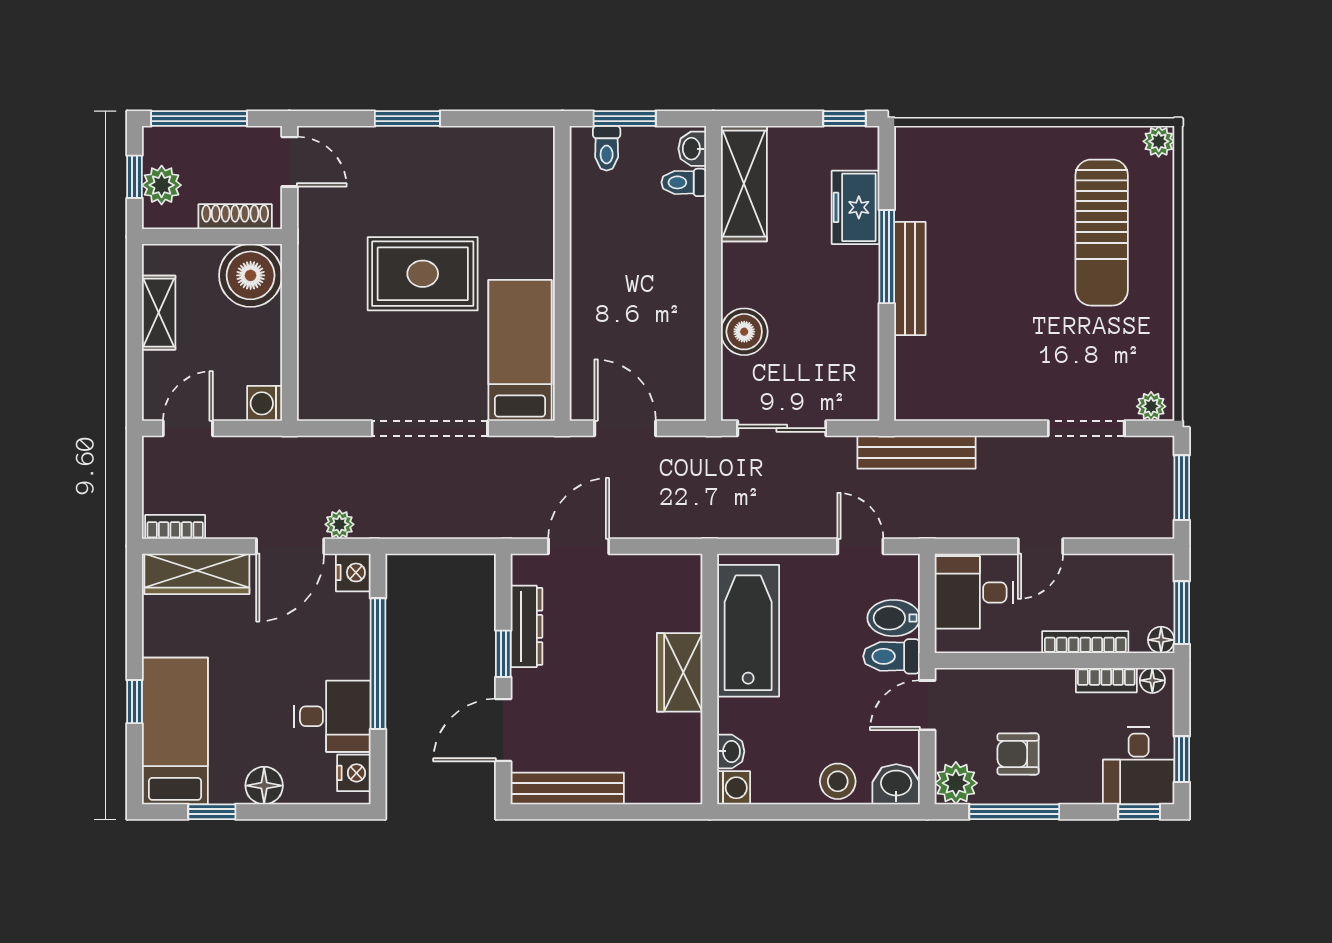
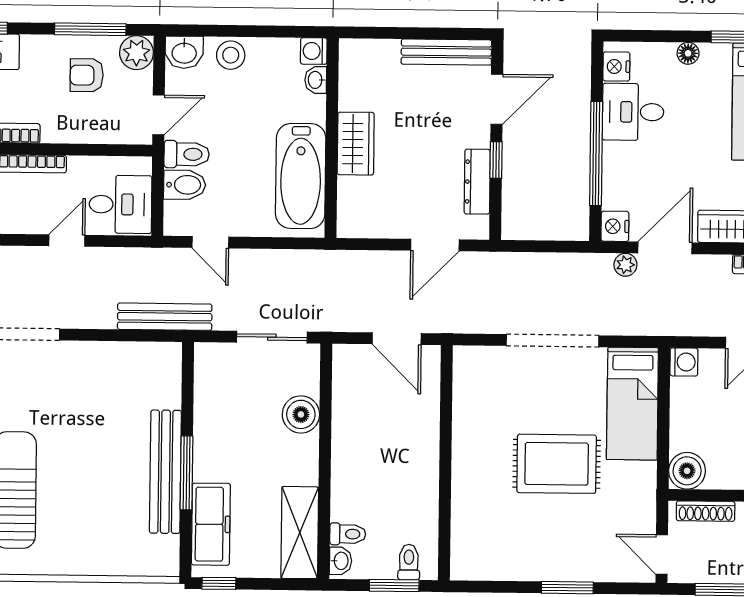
freezer: (855, 207) -> (211, 524), width x1.40
boiler: (251, 275) -> (687, 471), width x0.73, depth x0.73
bench: (910, 279) -> (165, 472), width x1.37, depth x1.21
bed: (520, 350) -> (632, 404), moved
armchair: (1018, 754) -> (87, 75), turned 180
floor lamp: (264, 786) -> (688, 53), width x0.73, depth x0.73

